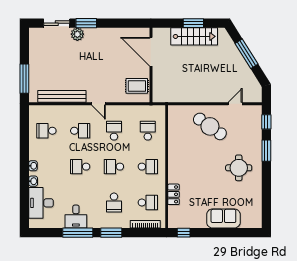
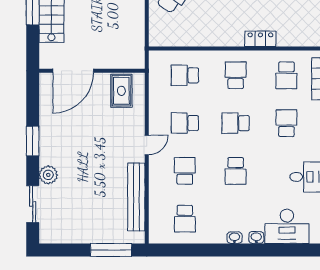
window: (86, 23) -> (33, 141), moved
school desk: (114, 167) -> (236, 123), turned 90
locker: (173, 194) -> (260, 39), moved
school desk: (114, 202) -> (286, 123), turned -90
school desk: (148, 202) -> (286, 75), turned 180

